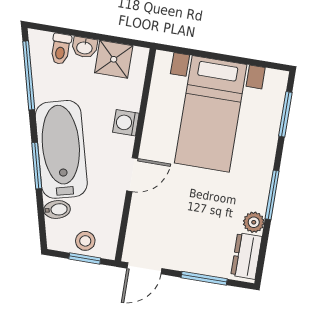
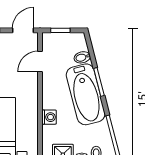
door: (132, 175) -> (40, 61), moved
stool: (85, 241) -> (62, 41), removed

